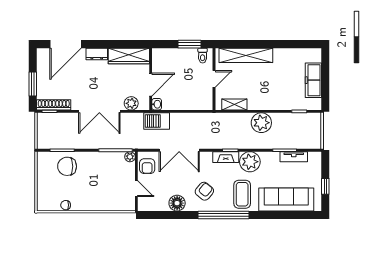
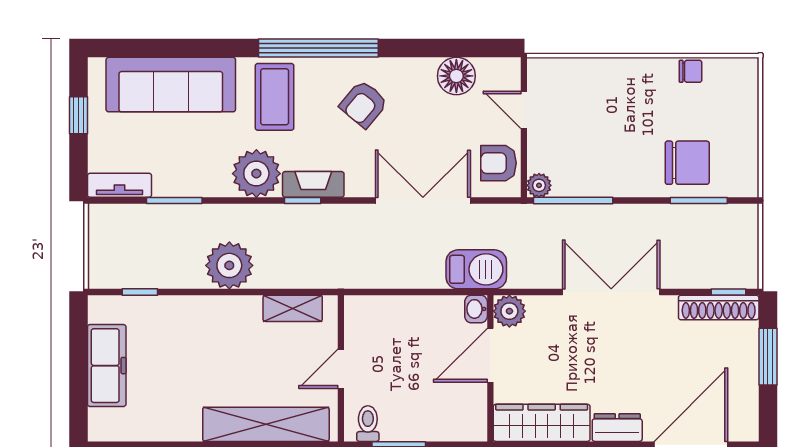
plant: (131, 103) -> (509, 311), moved
tv unit: (294, 157) -> (119, 185), moved
armchair: (147, 166) -> (498, 163), turned -90
floor lamp: (177, 203) -> (456, 76), moved

